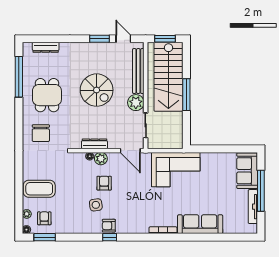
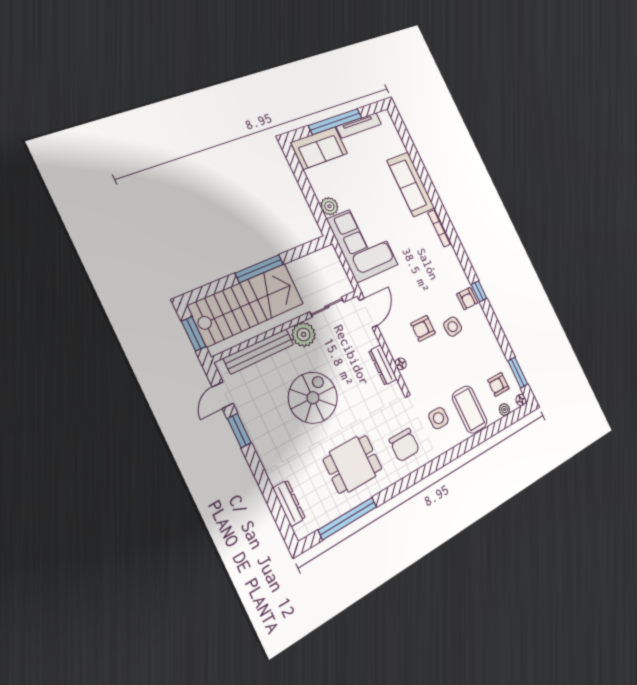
chair: (41, 133) -> (404, 445), turned 90
plant: (101, 159) -> (329, 206), moved
side table: (45, 164) -> (438, 418), added

